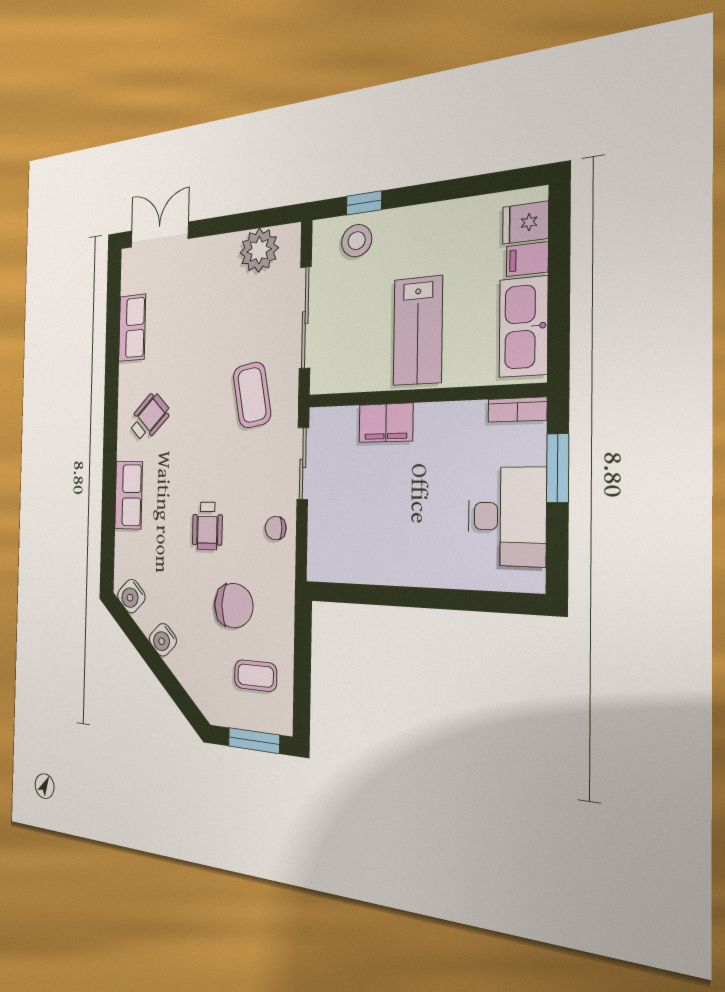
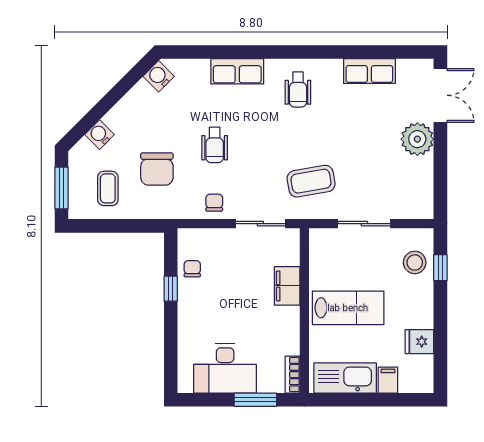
fridge: (525, 223) -> (419, 342), moved, turned -90
plant: (259, 250) -> (417, 139), moved
sliding door: (305, 318) -> (364, 224), width x0.73
lab bench: (418, 331) -> (348, 308), turned 180
wheelchair: (149, 417) -> (298, 89), turned 44
wheelchair: (207, 526) -> (215, 145), turned -90
chair: (360, 562) -> (192, 269), added
window: (387, 596) -> (171, 289), added
water cooler: (163, 640) -> (100, 135), moved

